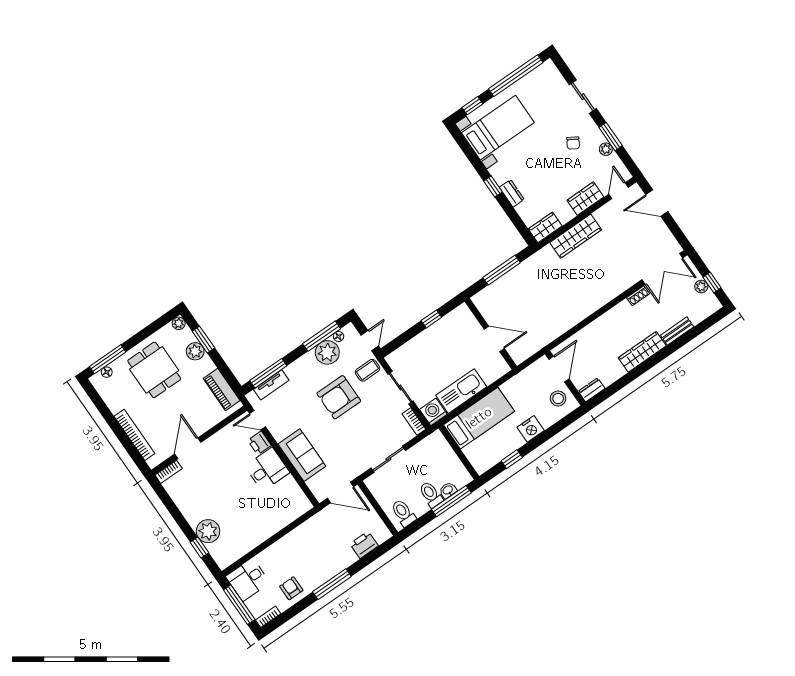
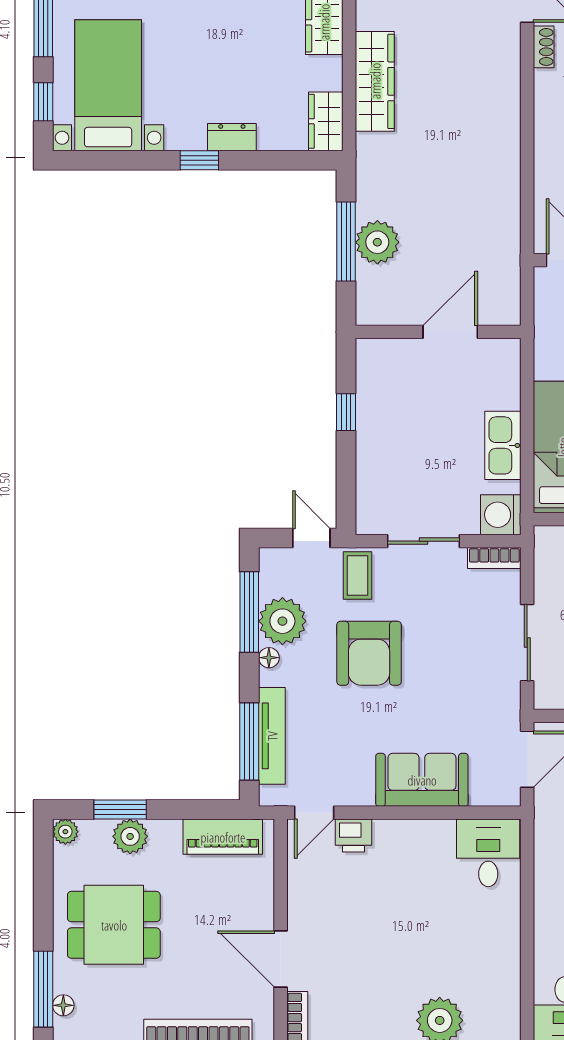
plant: (510, 283) -> (377, 242), added
floor lamp: (338, 336) -> (269, 658), moved
tv unit: (271, 385) -> (272, 736), width x1.41
kitchen sink: (461, 391) -> (503, 445), width x0.73, depth x0.81
desk: (267, 469) -> (488, 853), moved

